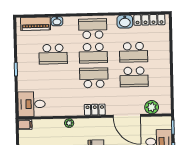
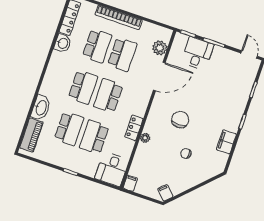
washbasin: (57, 21) -> (41, 108), width x1.91, depth x1.45
school desk: (93, 29) -> (94, 137), moved
bookcase: (165, 62) -> (119, 17), added
locker: (95, 110) -> (134, 128), moved

